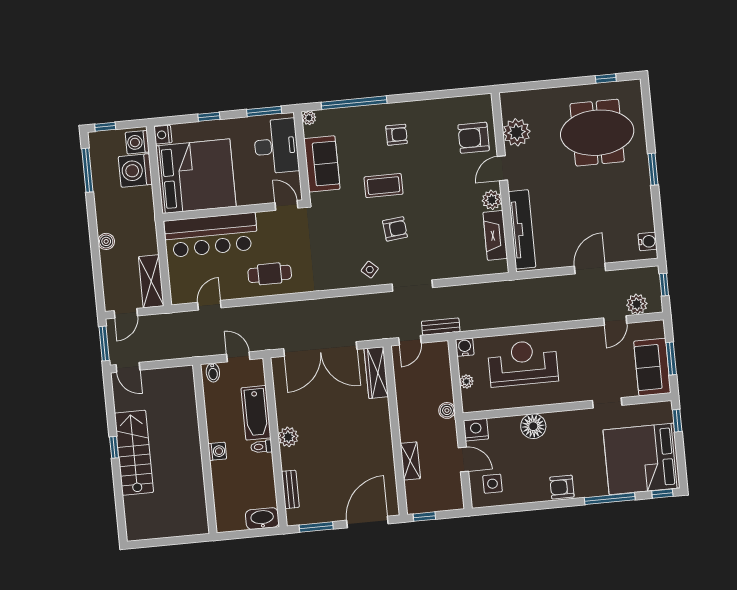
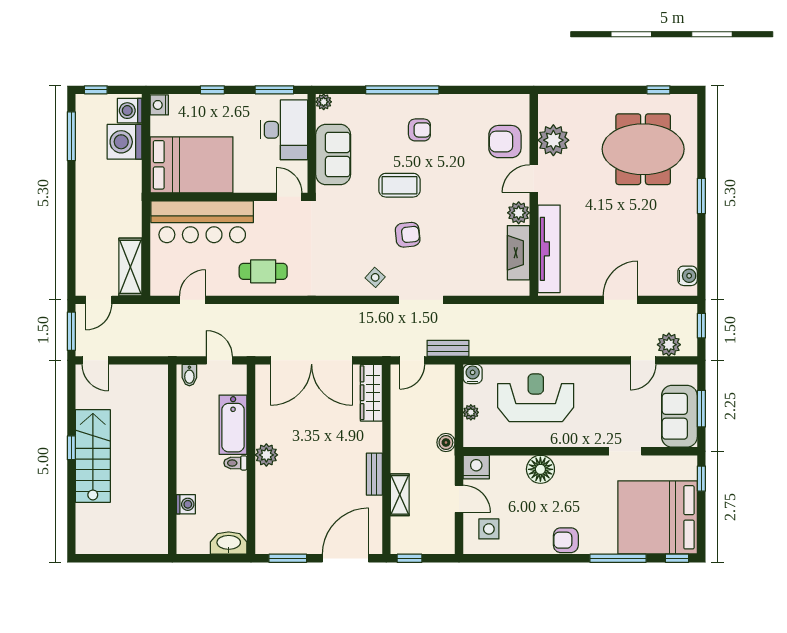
window: (354, 103) -> (402, 90), moved
bed: (196, 176) -> (192, 165), width x0.73
boiler: (106, 241) -> (85, 218), removed
washing machine: (217, 451) -> (186, 504), moved
bench: (290, 489) -> (374, 474), moved

